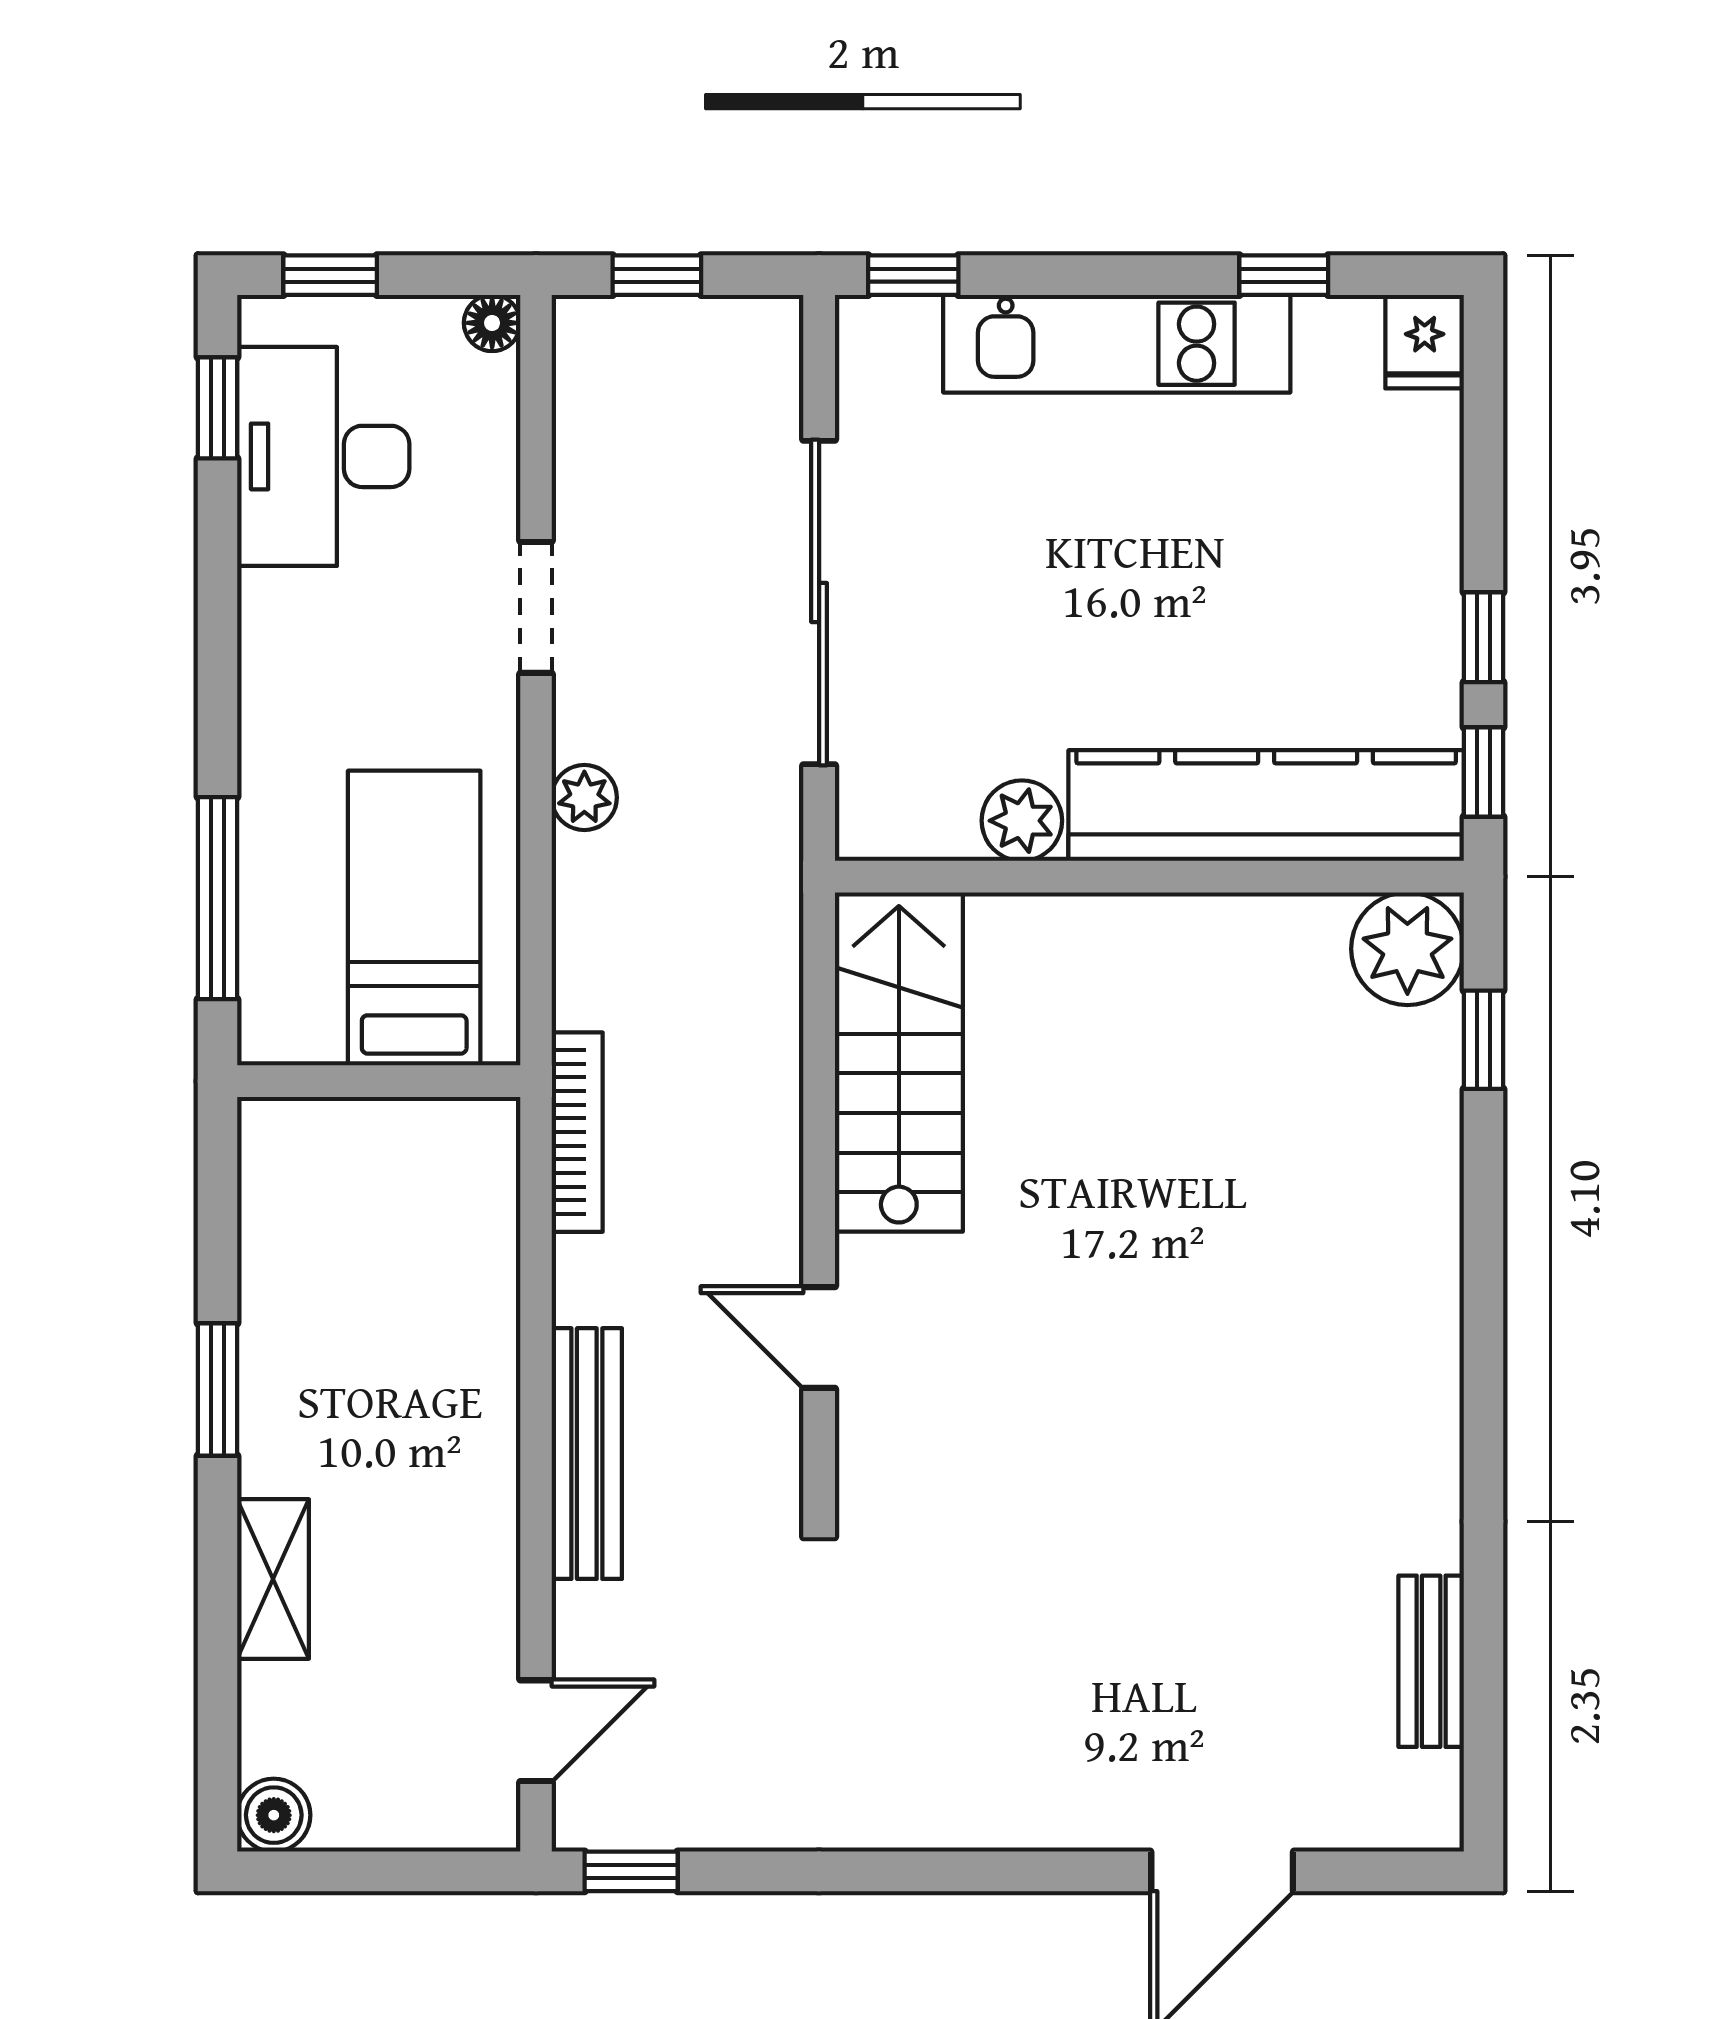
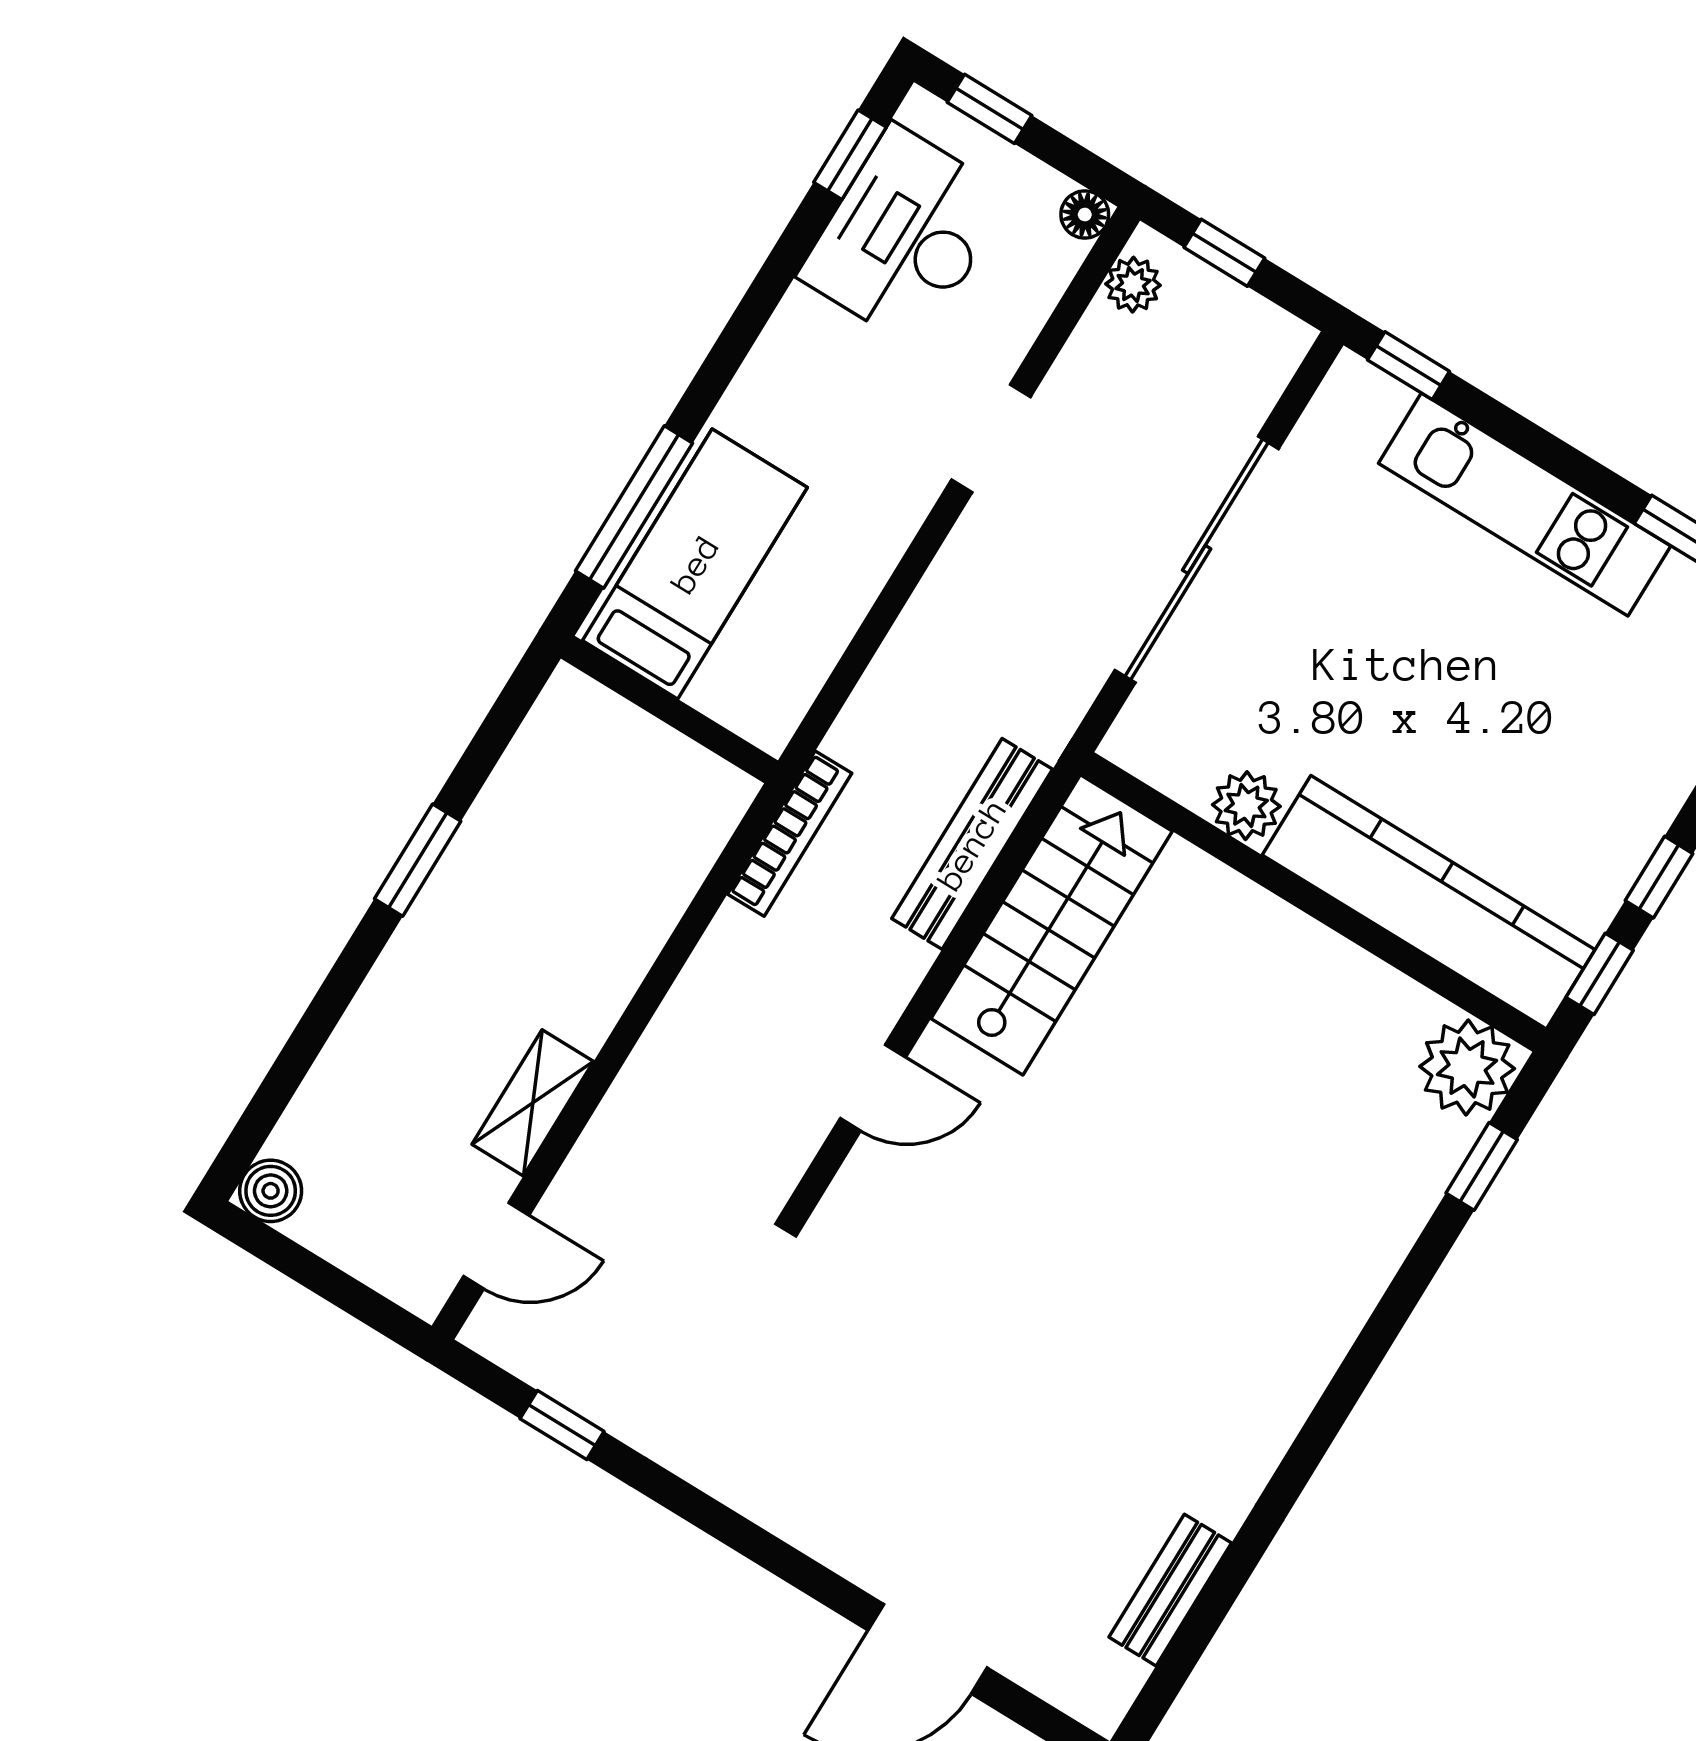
plant: (584, 797) -> (1133, 285), moved
bed: (414, 918) -> (695, 564), moved
door: (819, 1337) -> (873, 1088), swing flipped
bench: (587, 1454) -> (972, 844), moved
shelving: (273, 1579) -> (533, 1103), moved
window: (631, 1871) -> (562, 1425), moved

